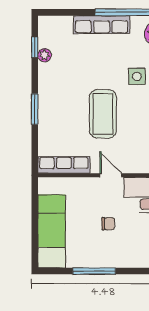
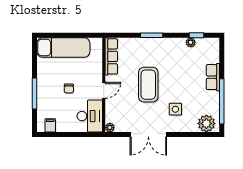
row of seats: (102, 25) -> (213, 77), width x0.68
coffee table: (103, 114) -> (148, 85), turned 90
window: (94, 271) -> (35, 94), moved

